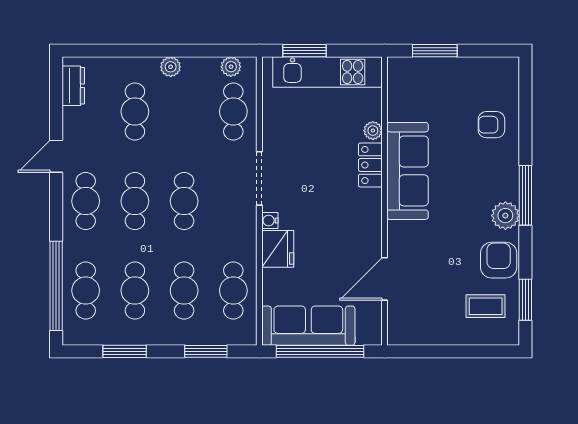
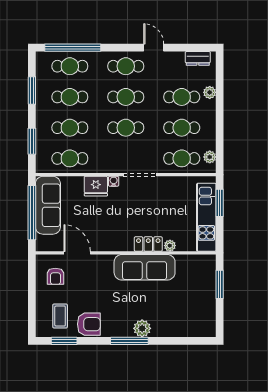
plant: (171, 67) -> (210, 92), moved
cafe table: (184, 112) -> (182, 128), added
armchair: (491, 125) -> (55, 276), moved, turned 180
plant: (505, 216) -> (142, 328), moved

